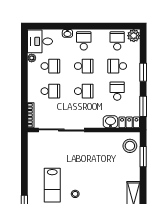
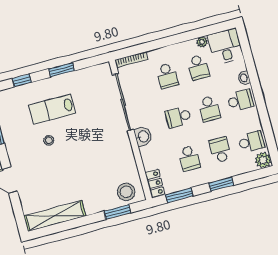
school desk: (84, 91) -> (178, 117), turned 90
school desk: (117, 91) -> (189, 158), turned 90
washbasin: (110, 122) -> (143, 136), moved
window: (24, 170) -> (62, 70), added

